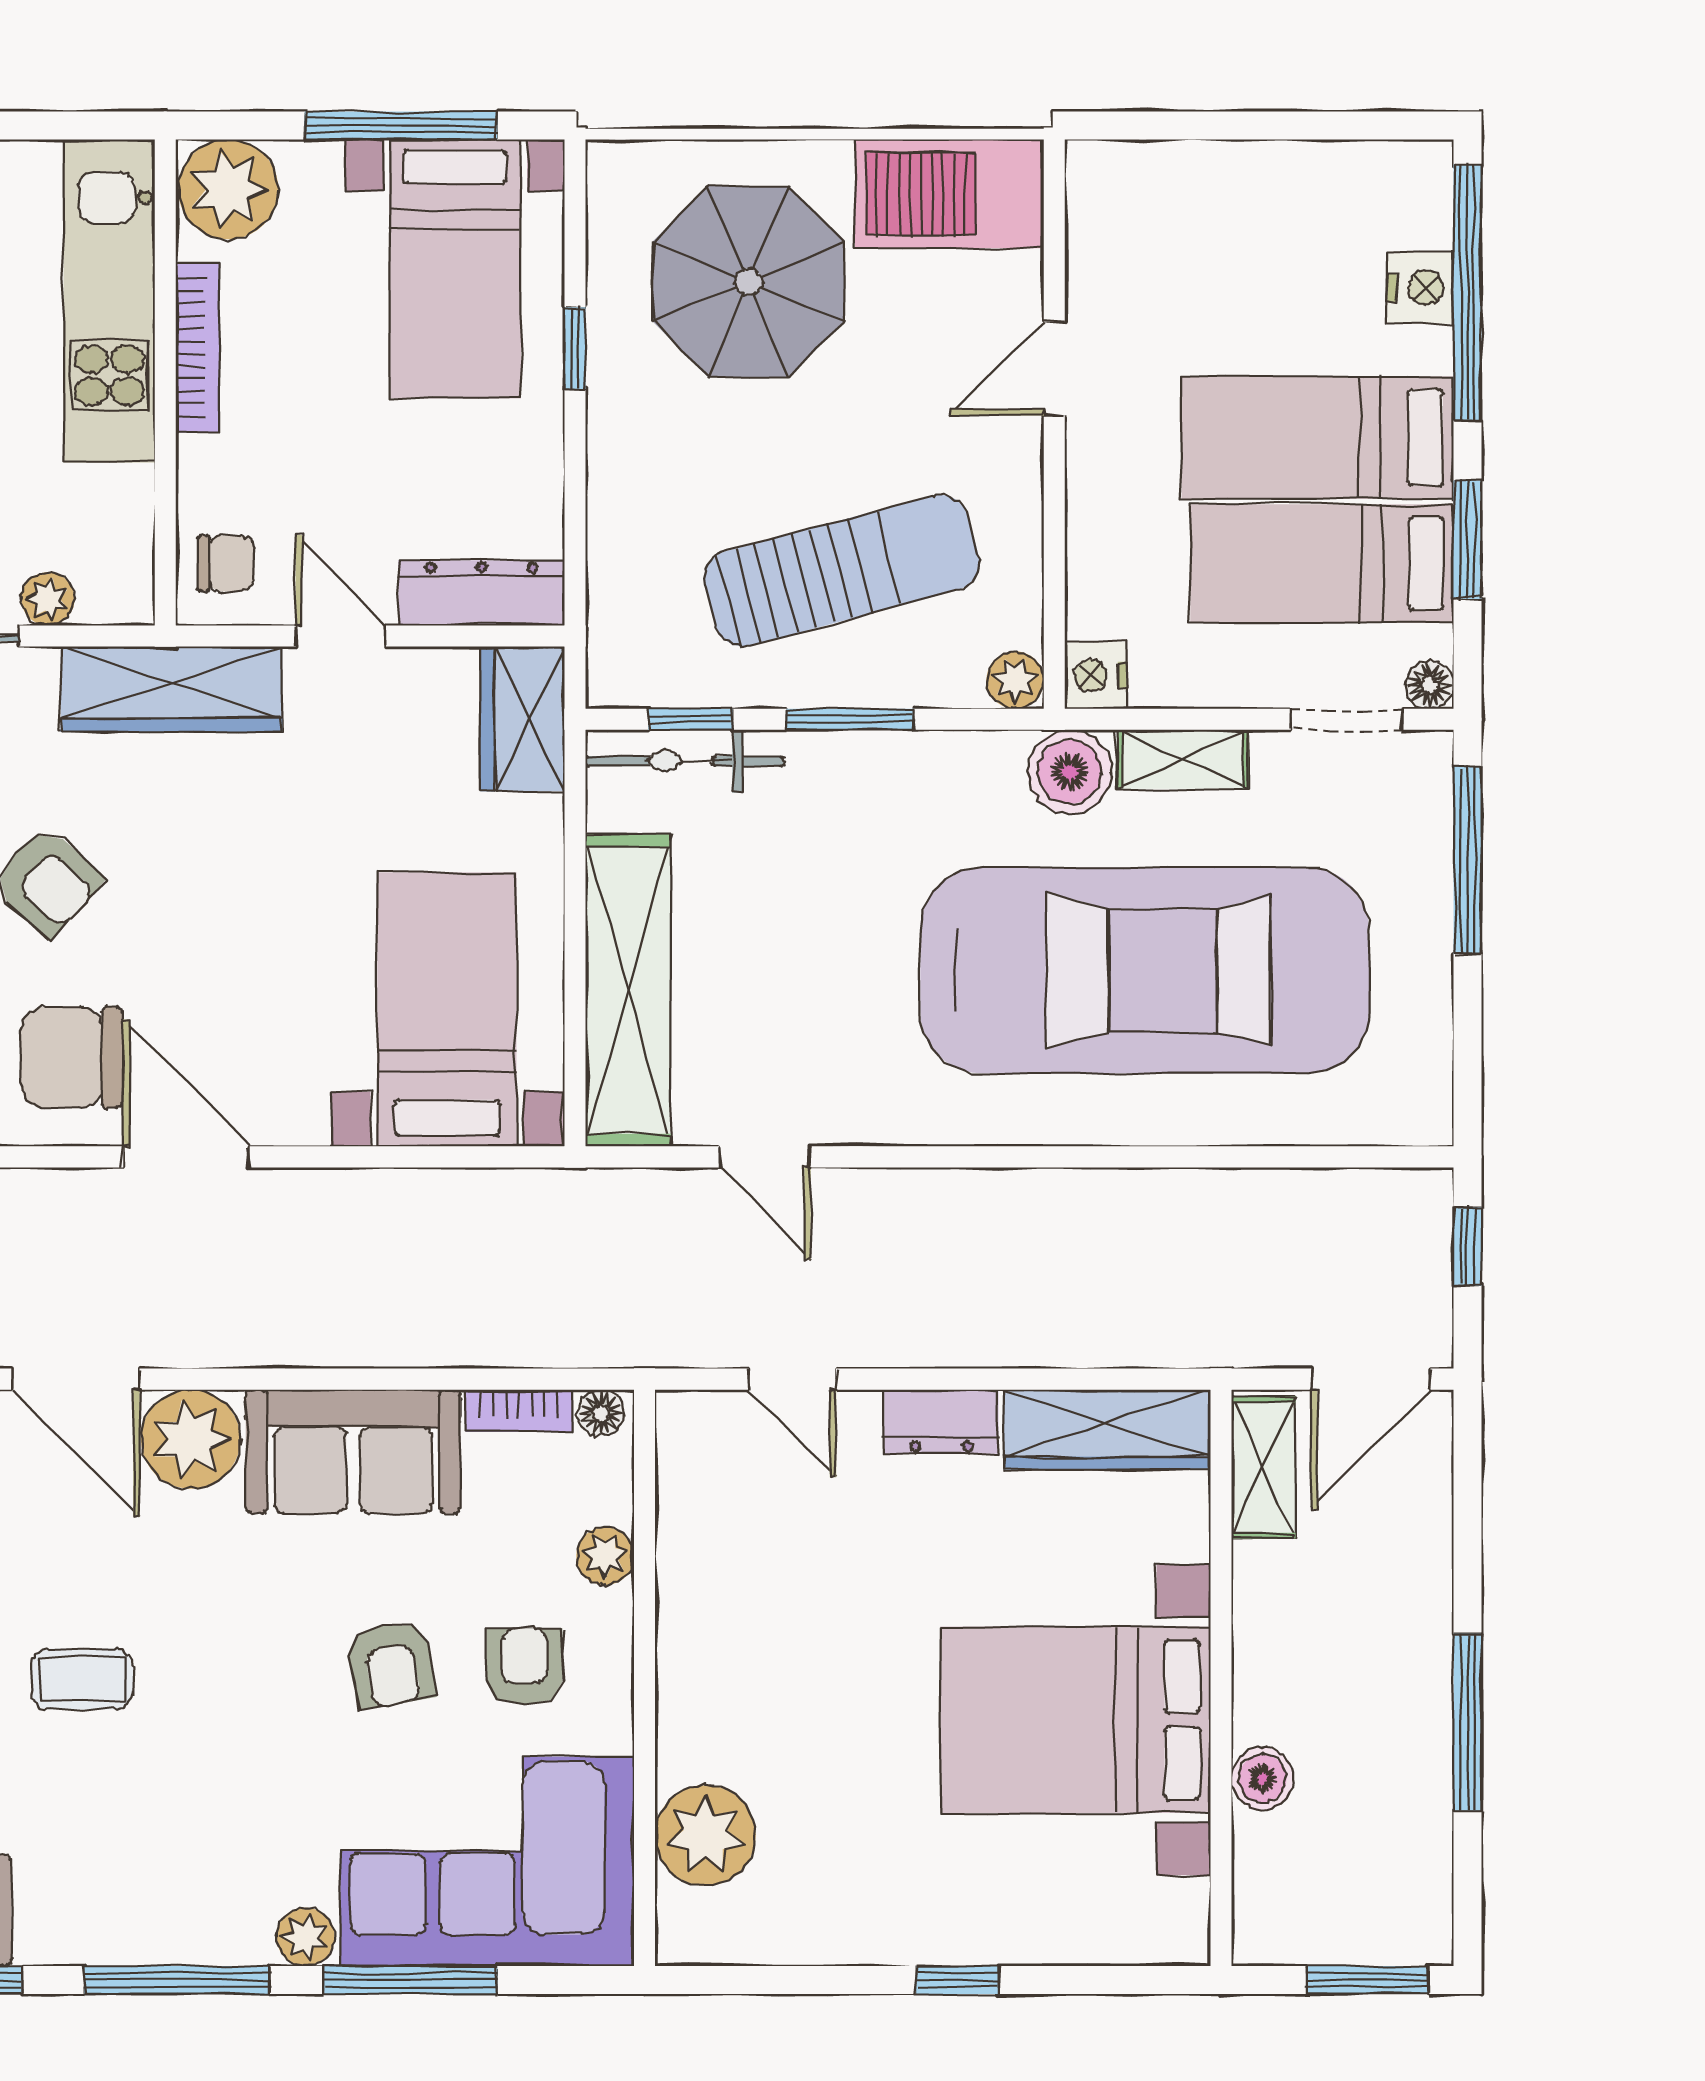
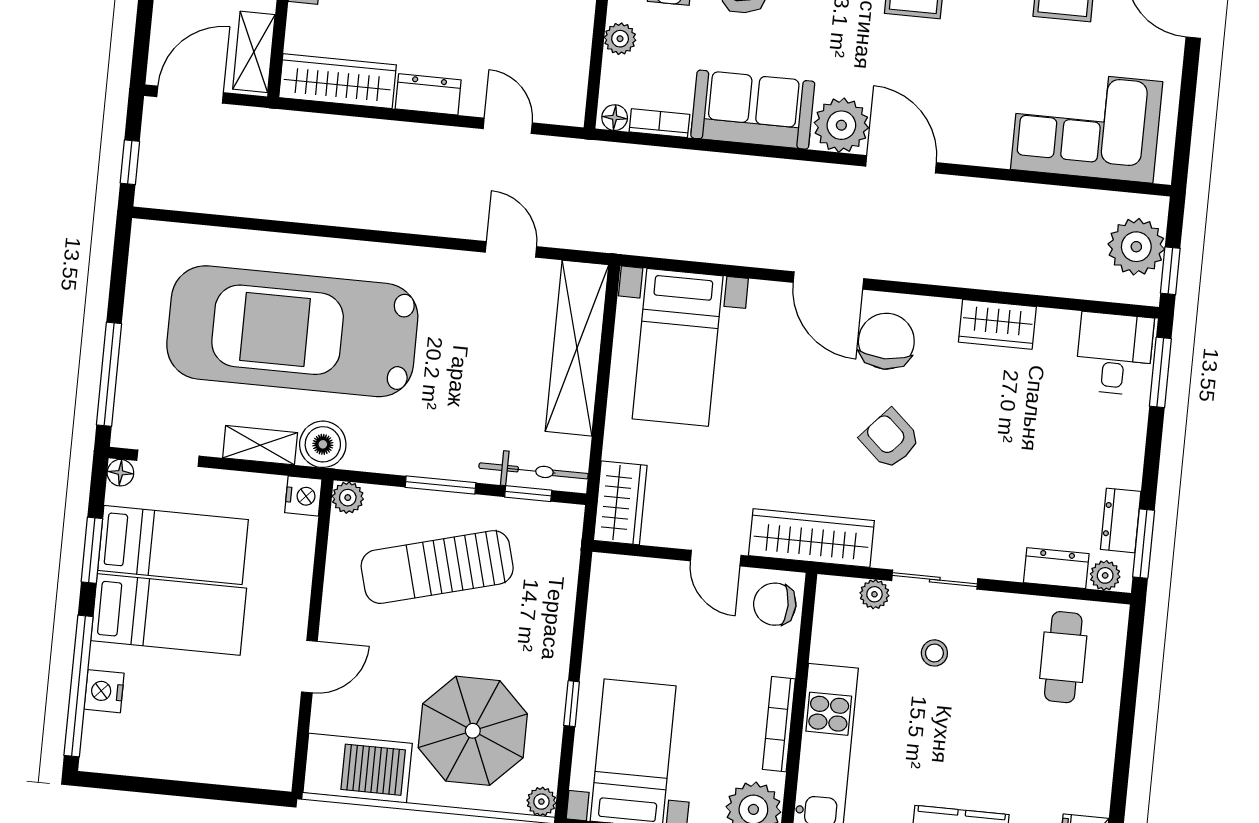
plant: (612, 166) -> (541, 802), added
chair: (226, 563) -> (775, 604), width x1.37, depth x1.37
dresser: (482, 593) -> (636, 574), removed
chair: (71, 1057) -> (886, 341), turned -90

